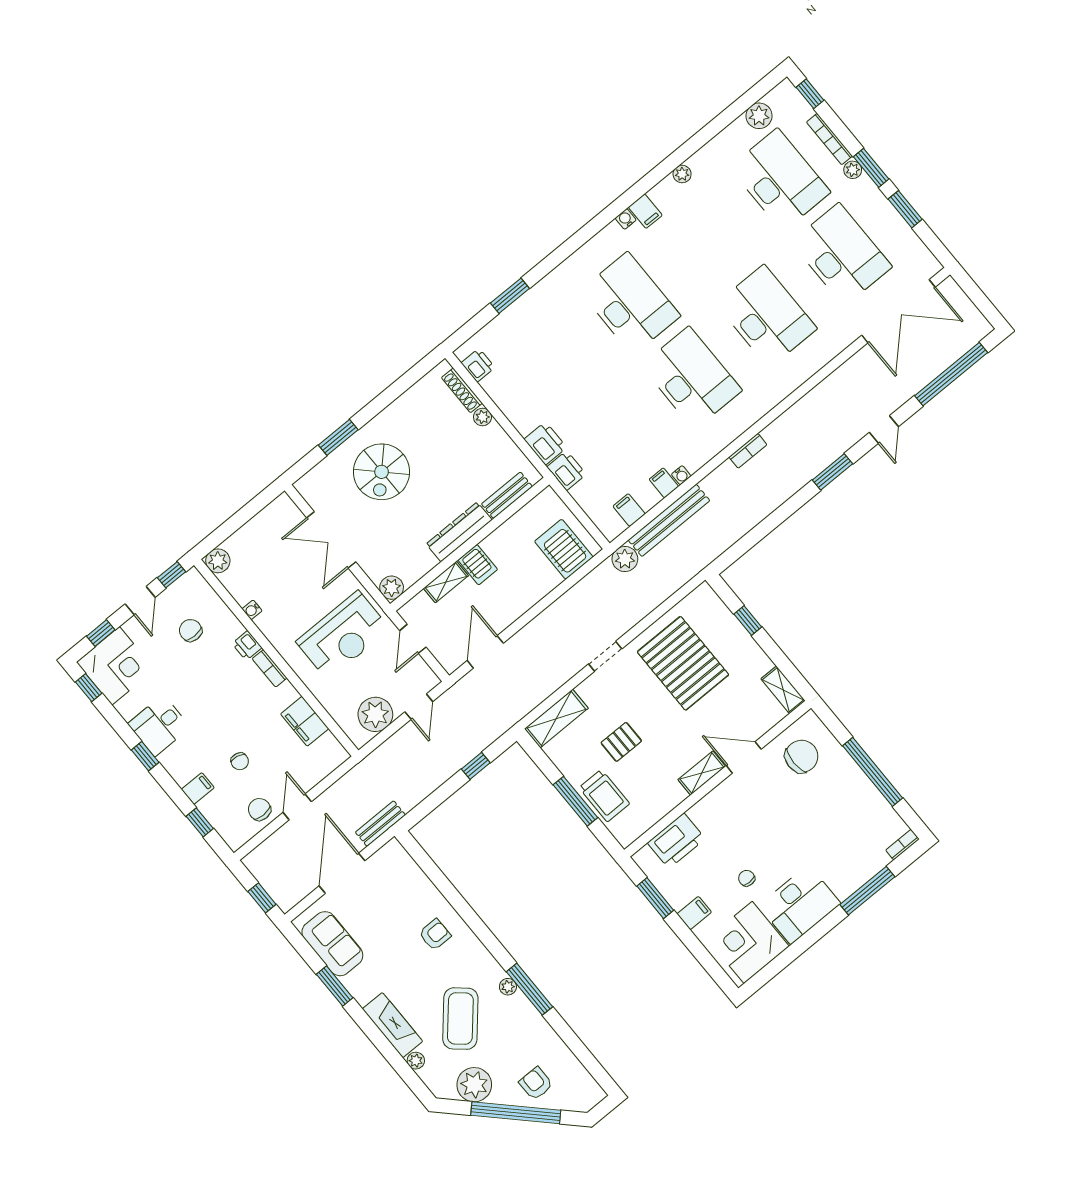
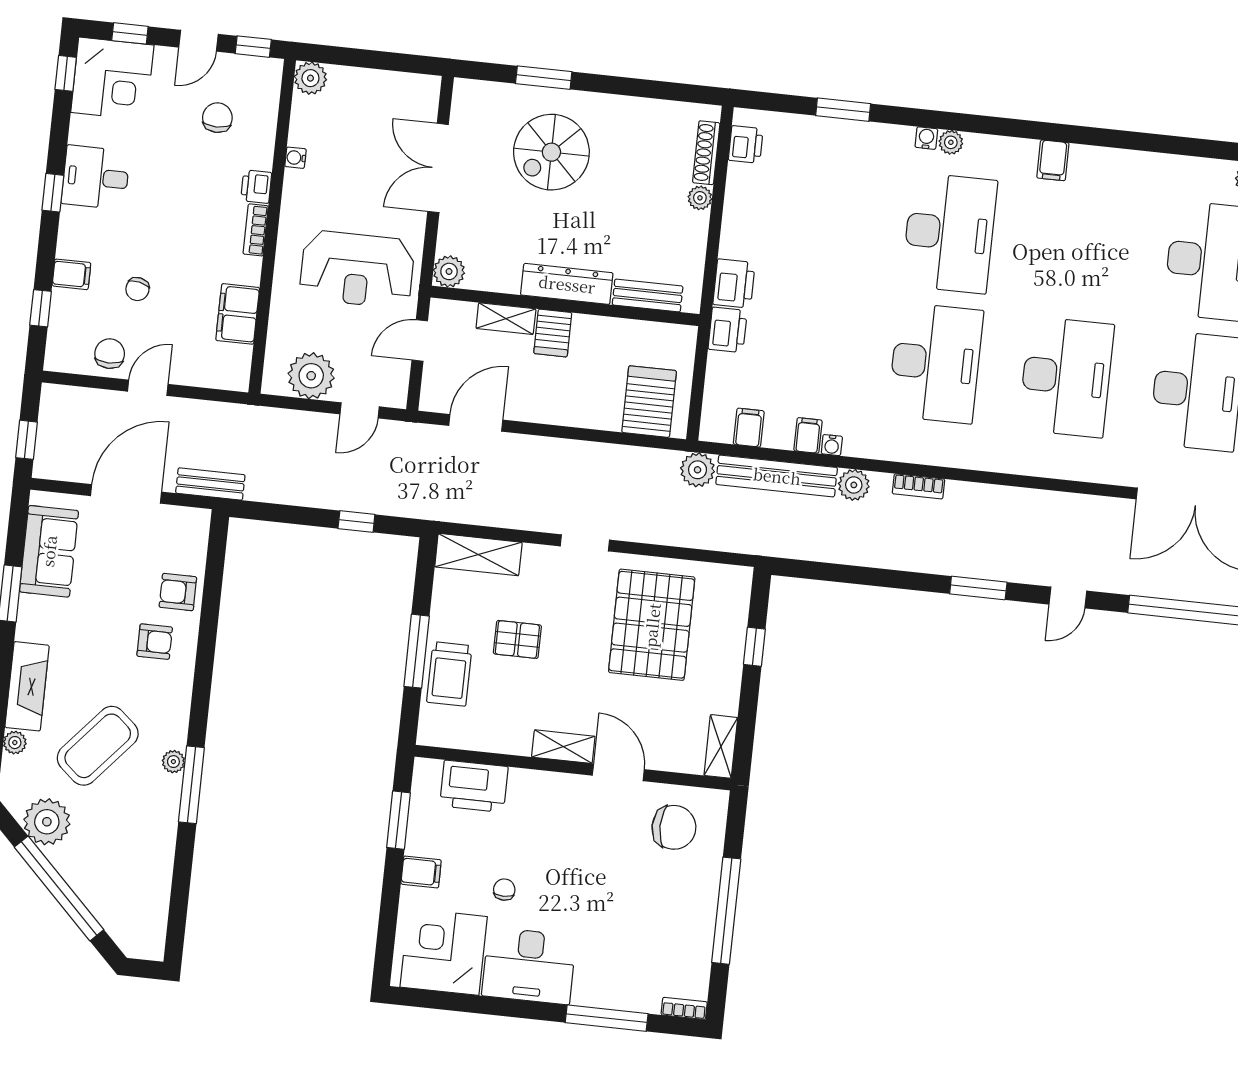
plant: (682, 174) -> (951, 142), moved
water cooler: (626, 219) -> (926, 138), moved
plant: (714, 484) -> (854, 485), added
armchair: (536, 1083) -> (178, 592), moved, turned -90

